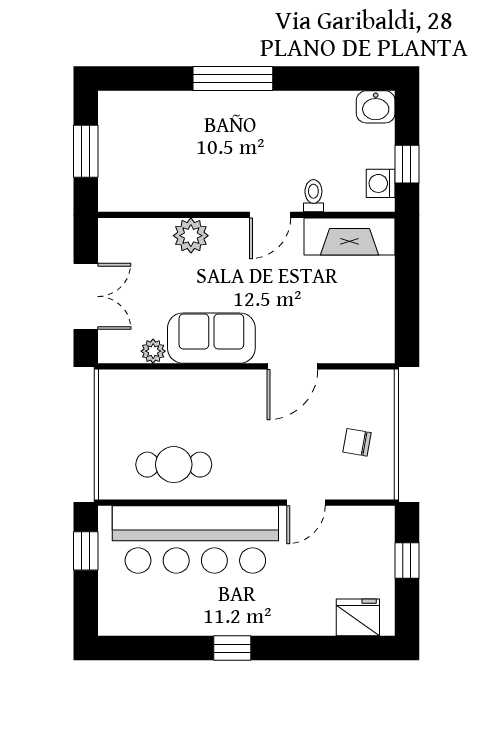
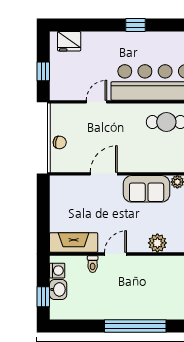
window: (233, 79) -> (135, 326), width x1.46
washbasin: (376, 107) -> (58, 289), moved, turned 90
window: (407, 164) -> (43, 297), moved
chair: (357, 442) -> (60, 142), moved

